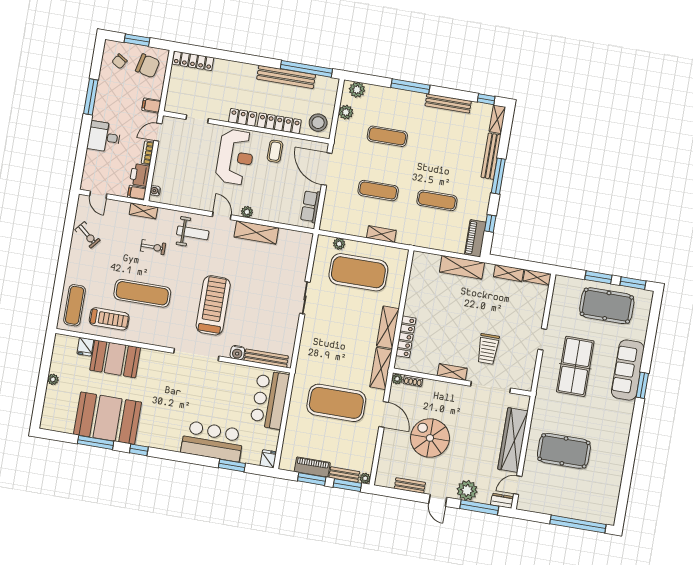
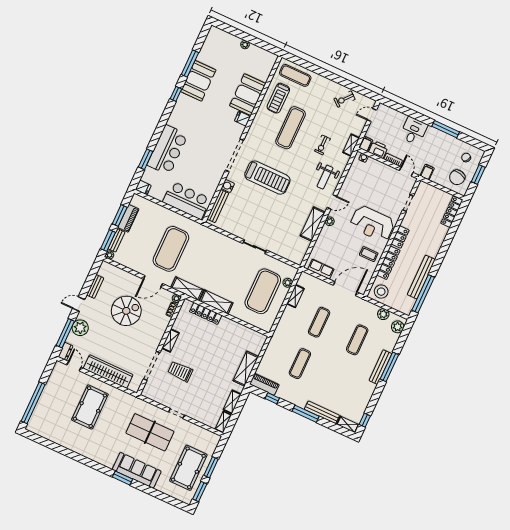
bench: (448, 103) -> (380, 367), moved
shelving: (381, 234) -> (295, 296), moved
fridge: (85, 347) -> (242, 119), moved
booth: (108, 418) -> (198, 81), width x0.73, depth x0.70

